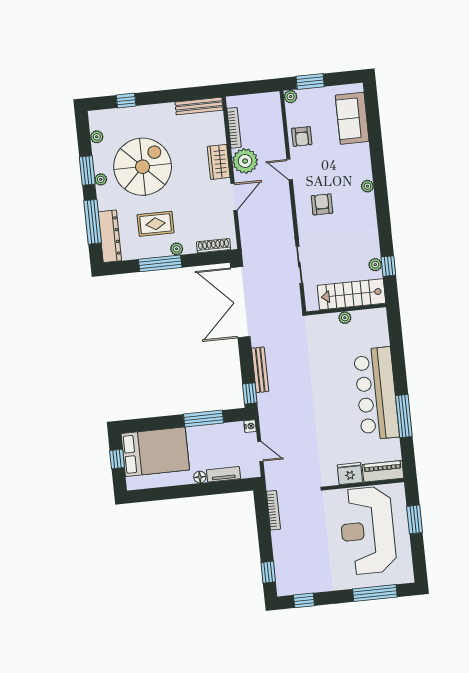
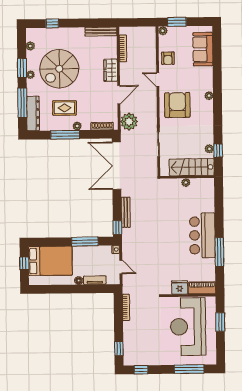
plant: (245, 161) -> (129, 121), moved
spiral stairs: (143, 167) -> (59, 69), turned 180
armchair: (322, 204) -> (177, 105), width x1.88, depth x1.88
bar counter: (376, 394) -> (202, 235), width x0.73

